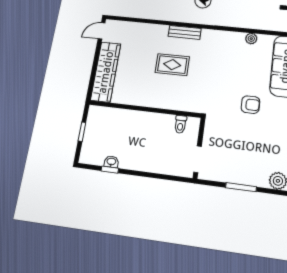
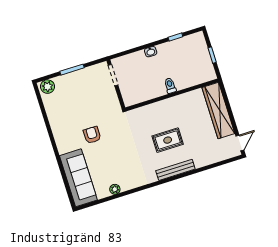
bench: (185, 32) -> (175, 170), width x1.36
armchair: (250, 105) -> (92, 135), turned 90
toilet: (180, 124) -> (170, 86), moved
washbasin: (111, 162) -> (151, 52), moved

